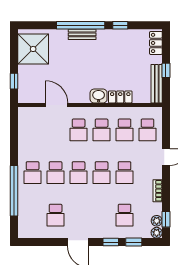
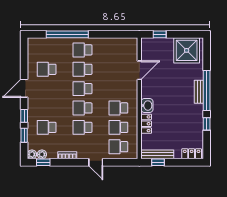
window: (166, 70) -> (158, 162), moved
school desk: (79, 130) -> (118, 89), removed

